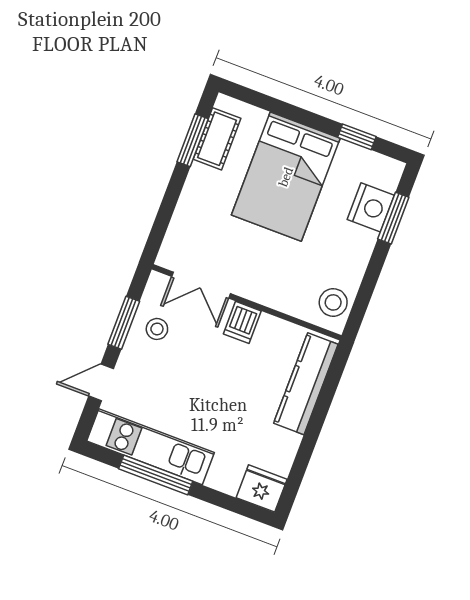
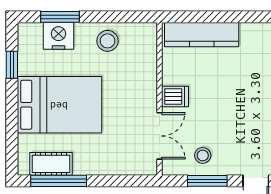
window: (193, 140) -> (59, 181), width x1.44
stool: (333, 302) -> (108, 41), moved

